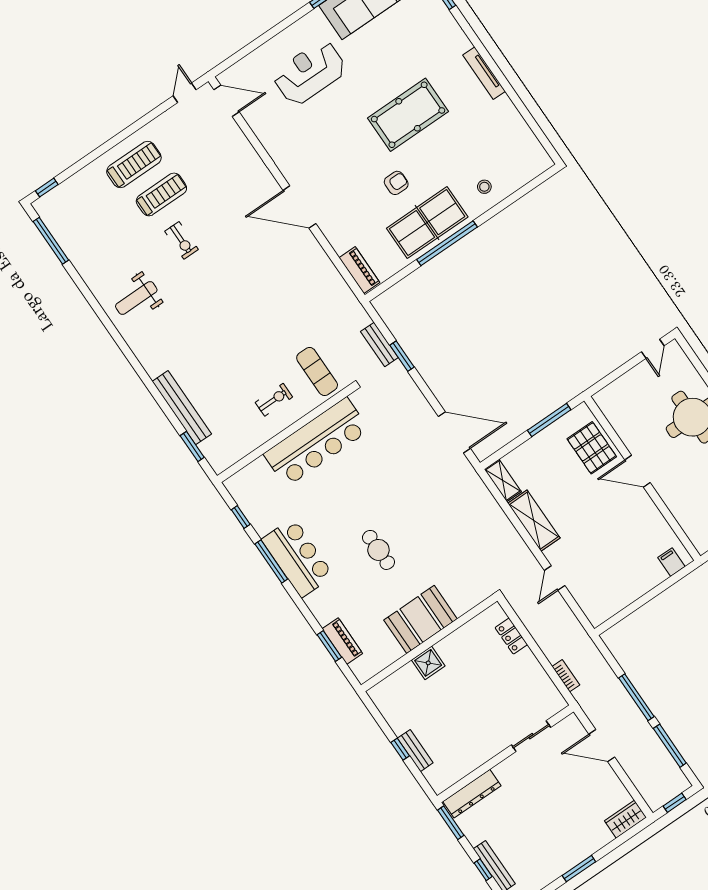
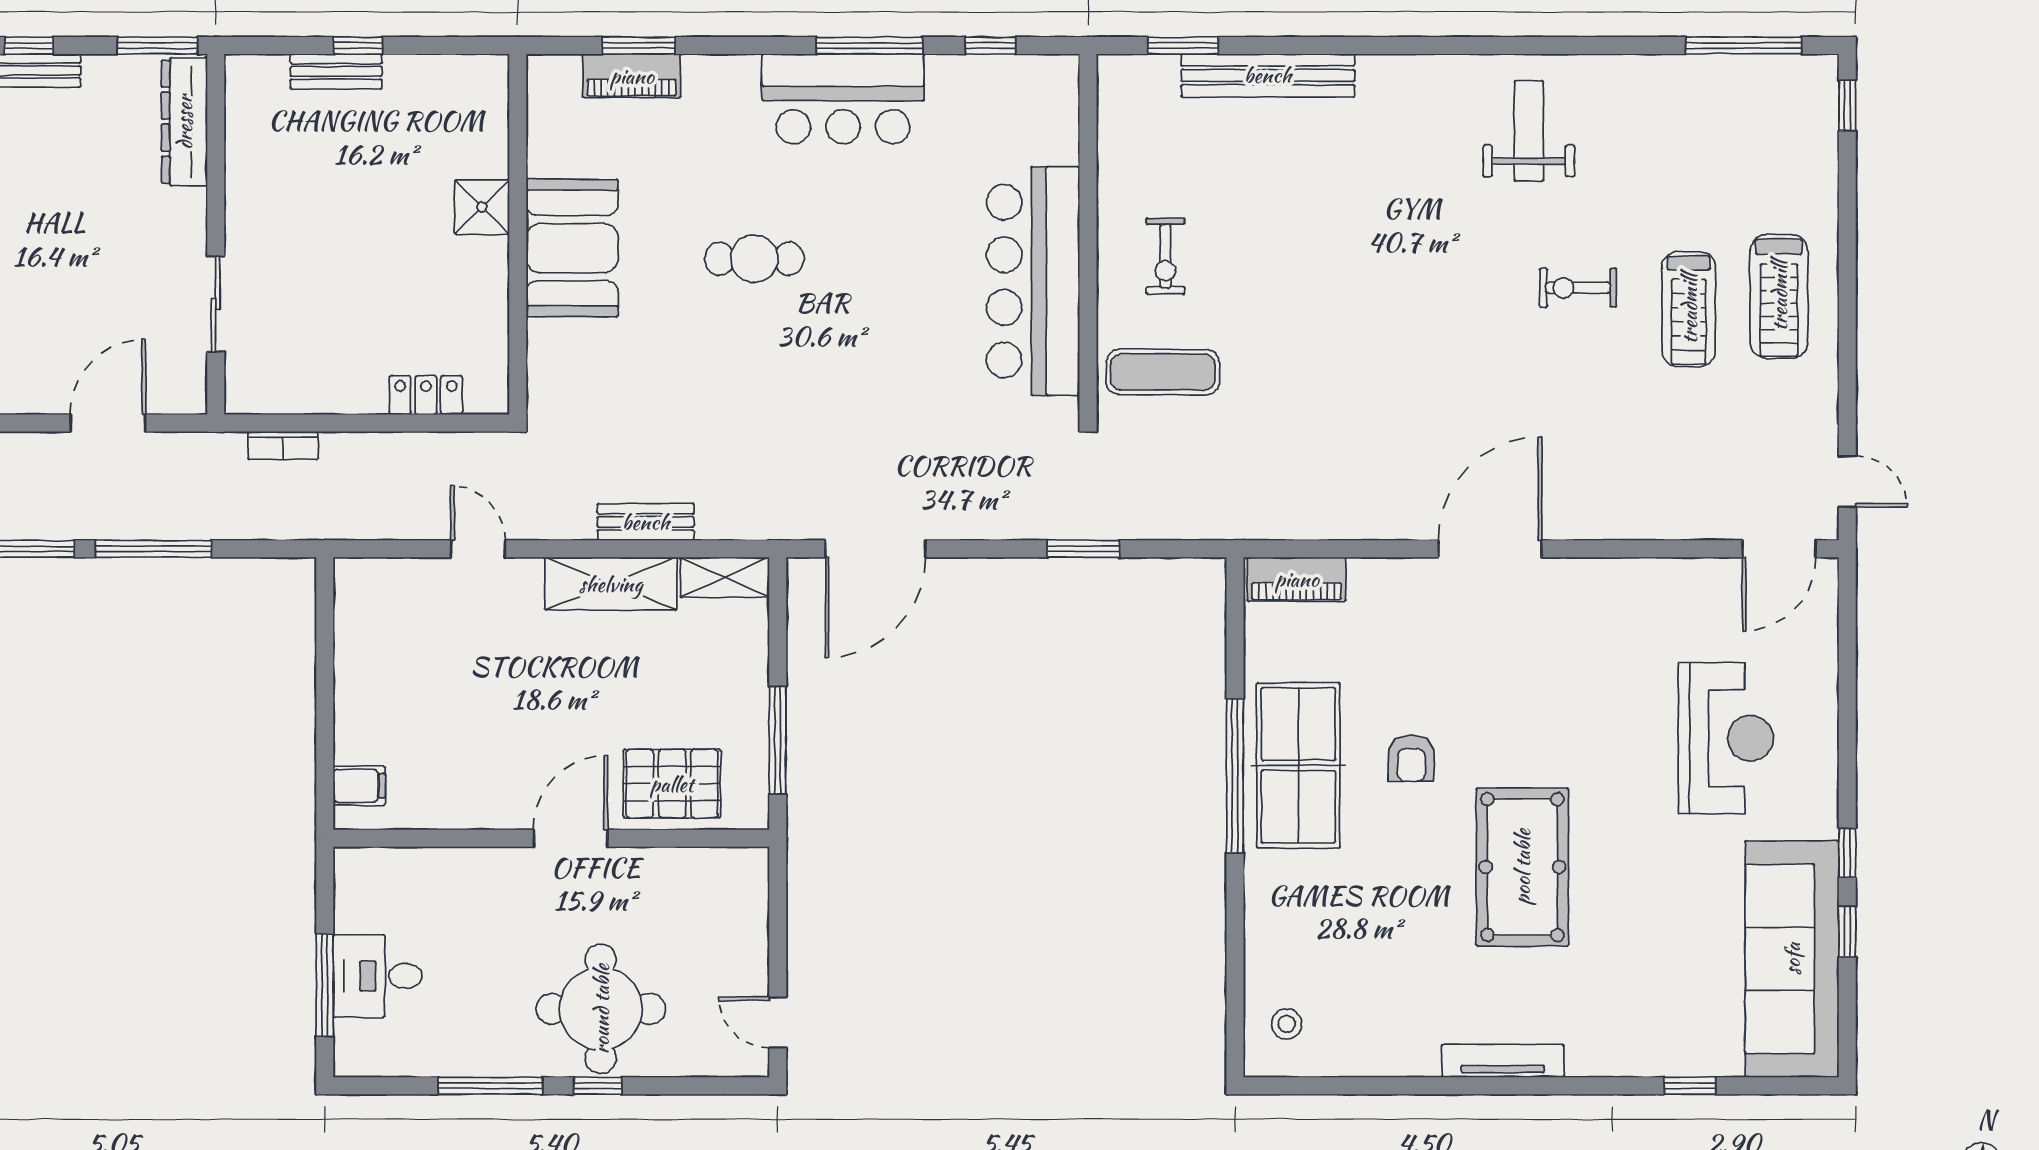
stool: (484, 187) -> (1287, 1024), moved
bench: (379, 344) -> (646, 522), moved

